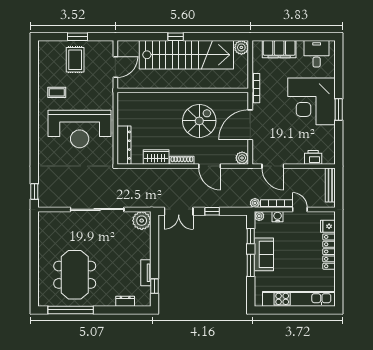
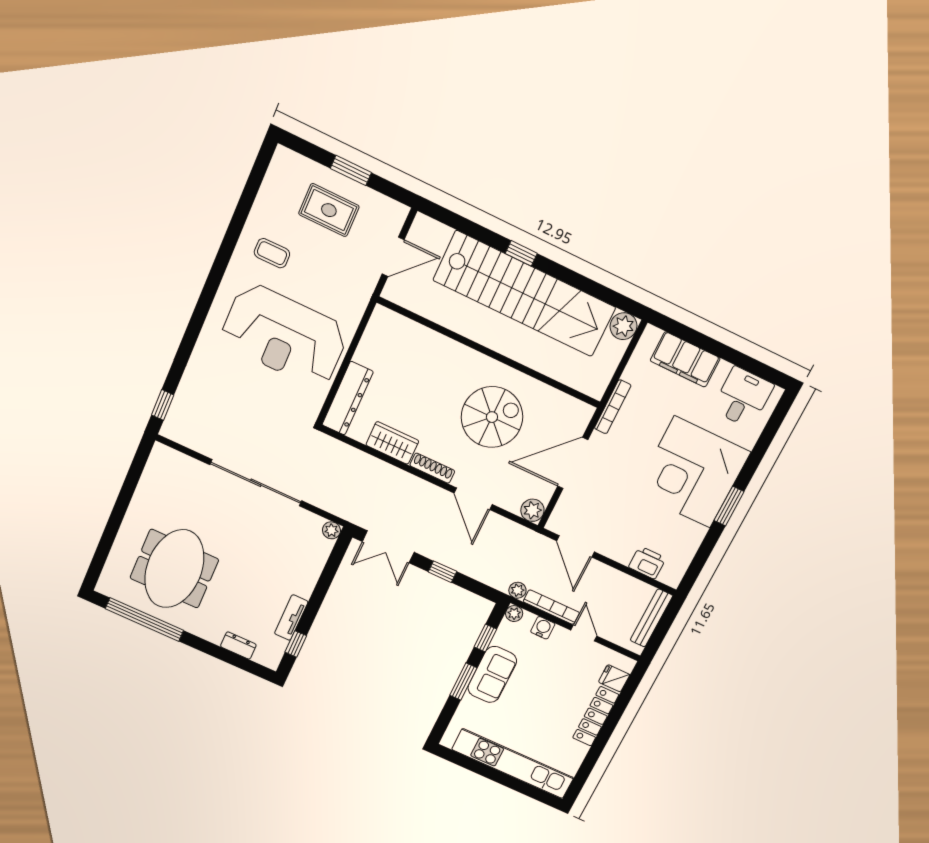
rug: (75, 60) -> (329, 210), turned 90
plant: (142, 221) -> (331, 530), width x0.53, depth x0.53

